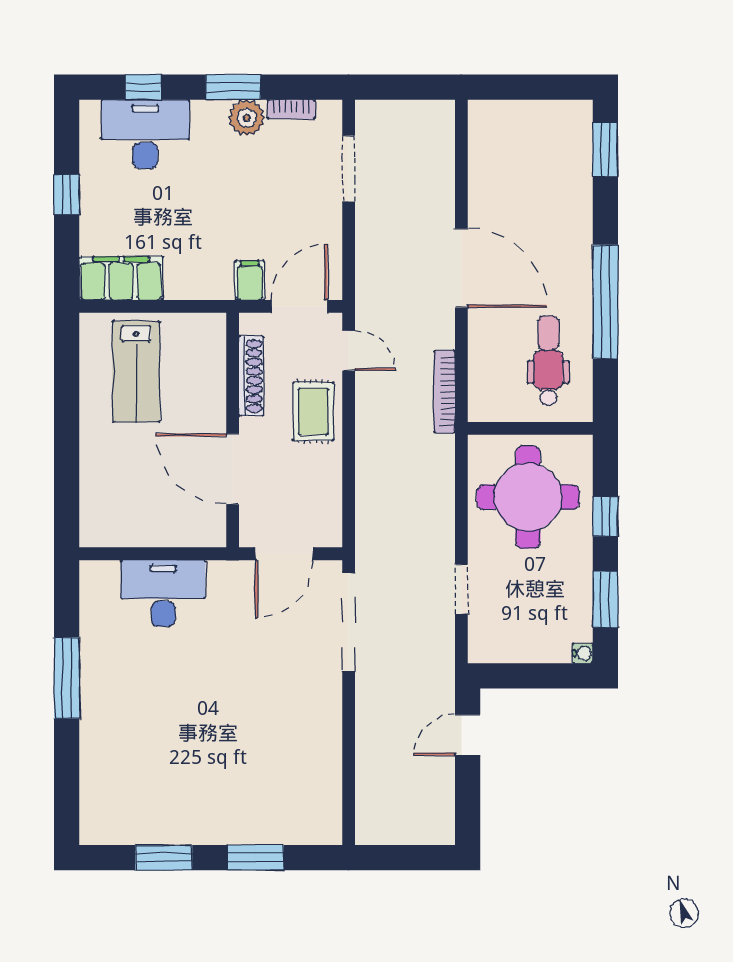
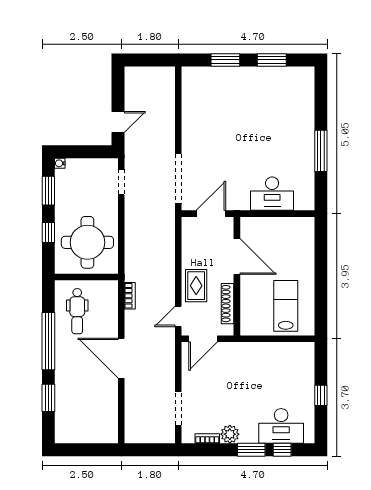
window: (233, 87) -> (251, 450), moved
window: (605, 150) -> (48, 398), moved
filing cabinet: (121, 278) -> (293, 353), removed
filing cabinet: (250, 280) -> (228, 352), removed
door: (349, 351) -> (178, 316), hinge flipped
bookcase: (444, 392) -> (130, 296), width x0.64
doorway: (461, 589) -> (121, 182), moved

